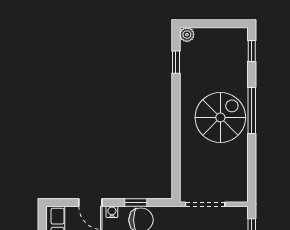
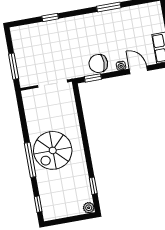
window: (136, 202) -> (93, 78), moved

